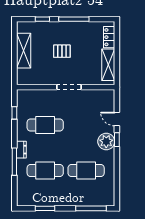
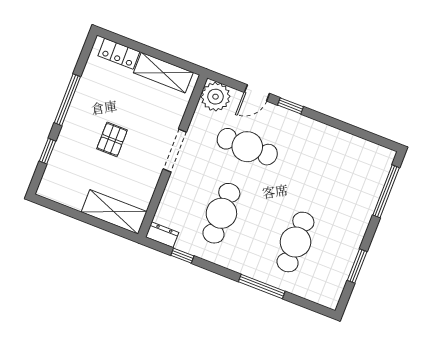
shelving: (24, 51) -> (114, 212), moved
plant: (106, 141) -> (216, 97), moved
dresser: (21, 150) -> (162, 235), moved
cafe table: (86, 171) -> (247, 147), moved, turned 90

